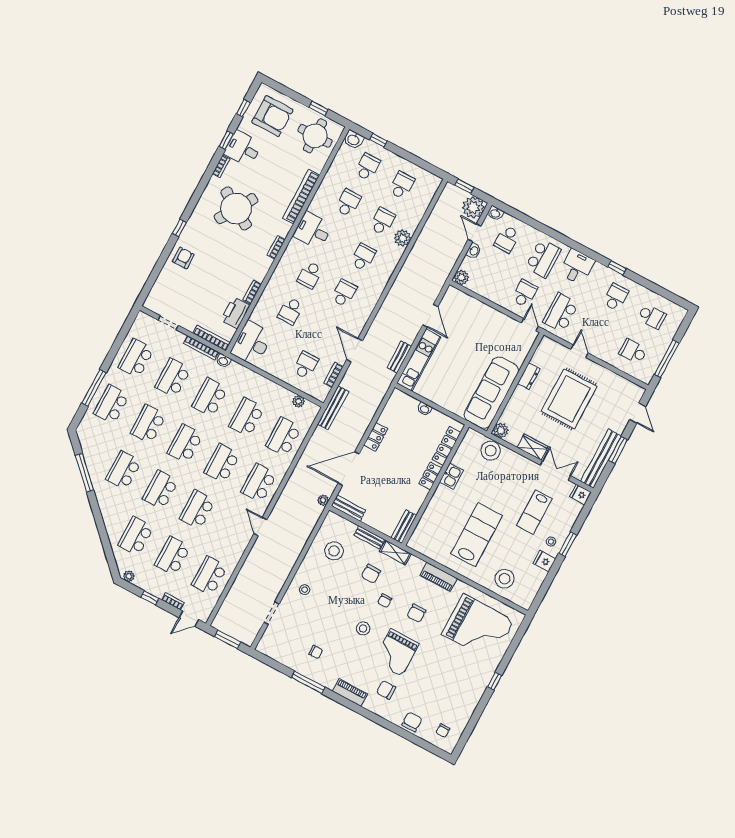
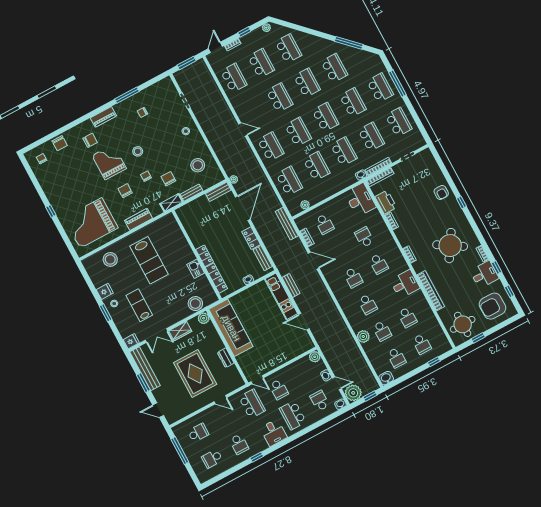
washbasin: (354, 140) -> (386, 378), moved
school desk: (310, 275) -> (379, 264), turned 180
bench: (404, 527) -> (263, 258), moved

